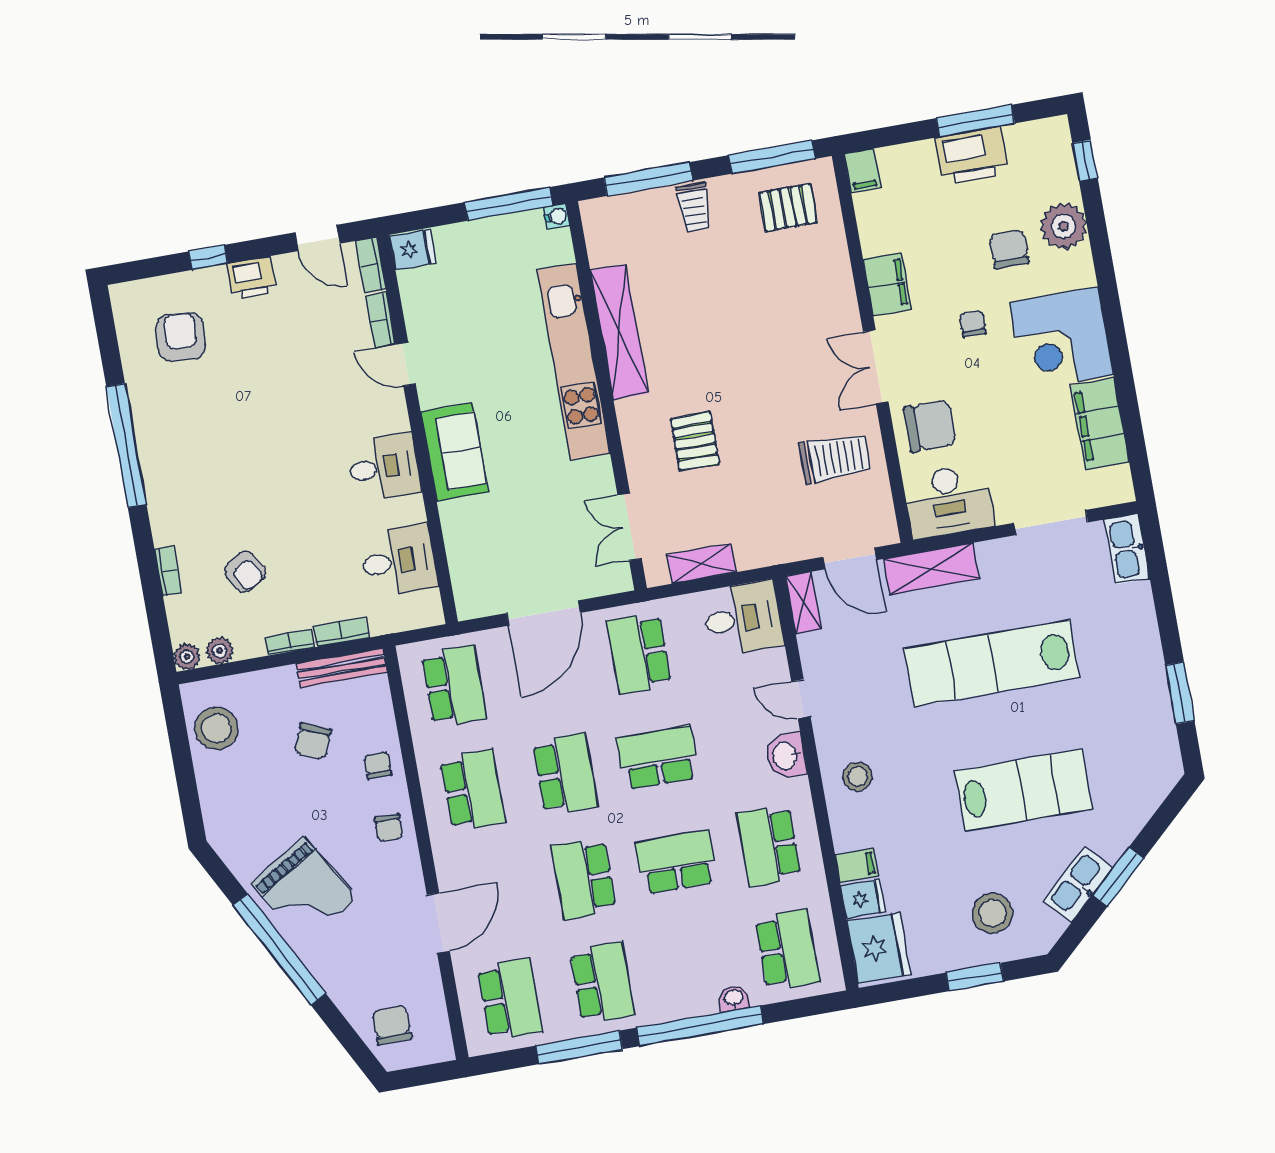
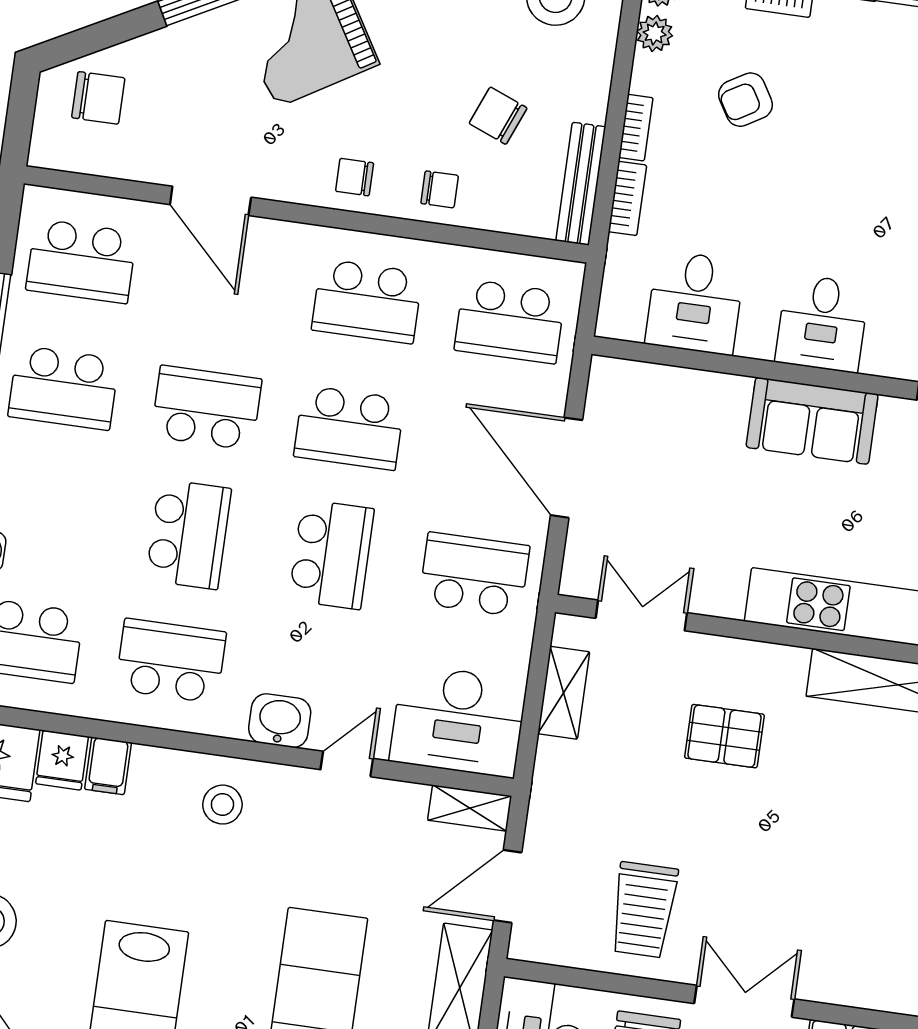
desk: (743, 618) -> (458, 721), width x1.37

